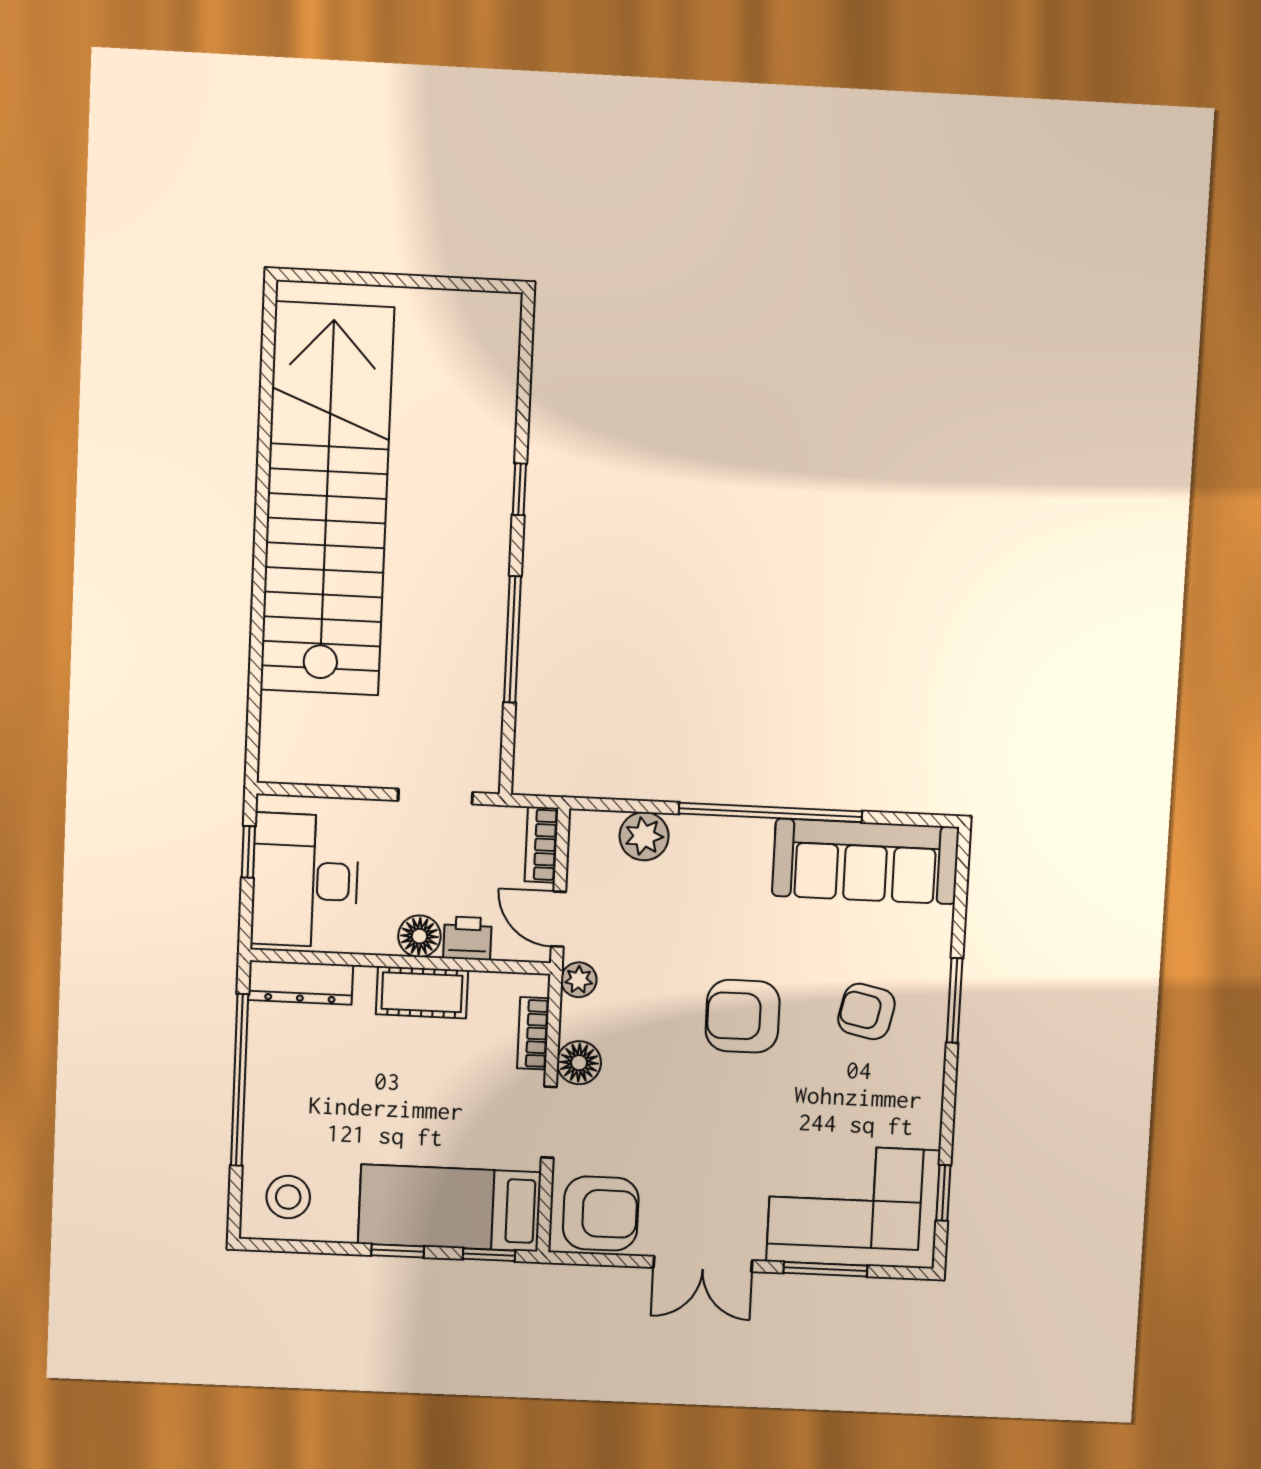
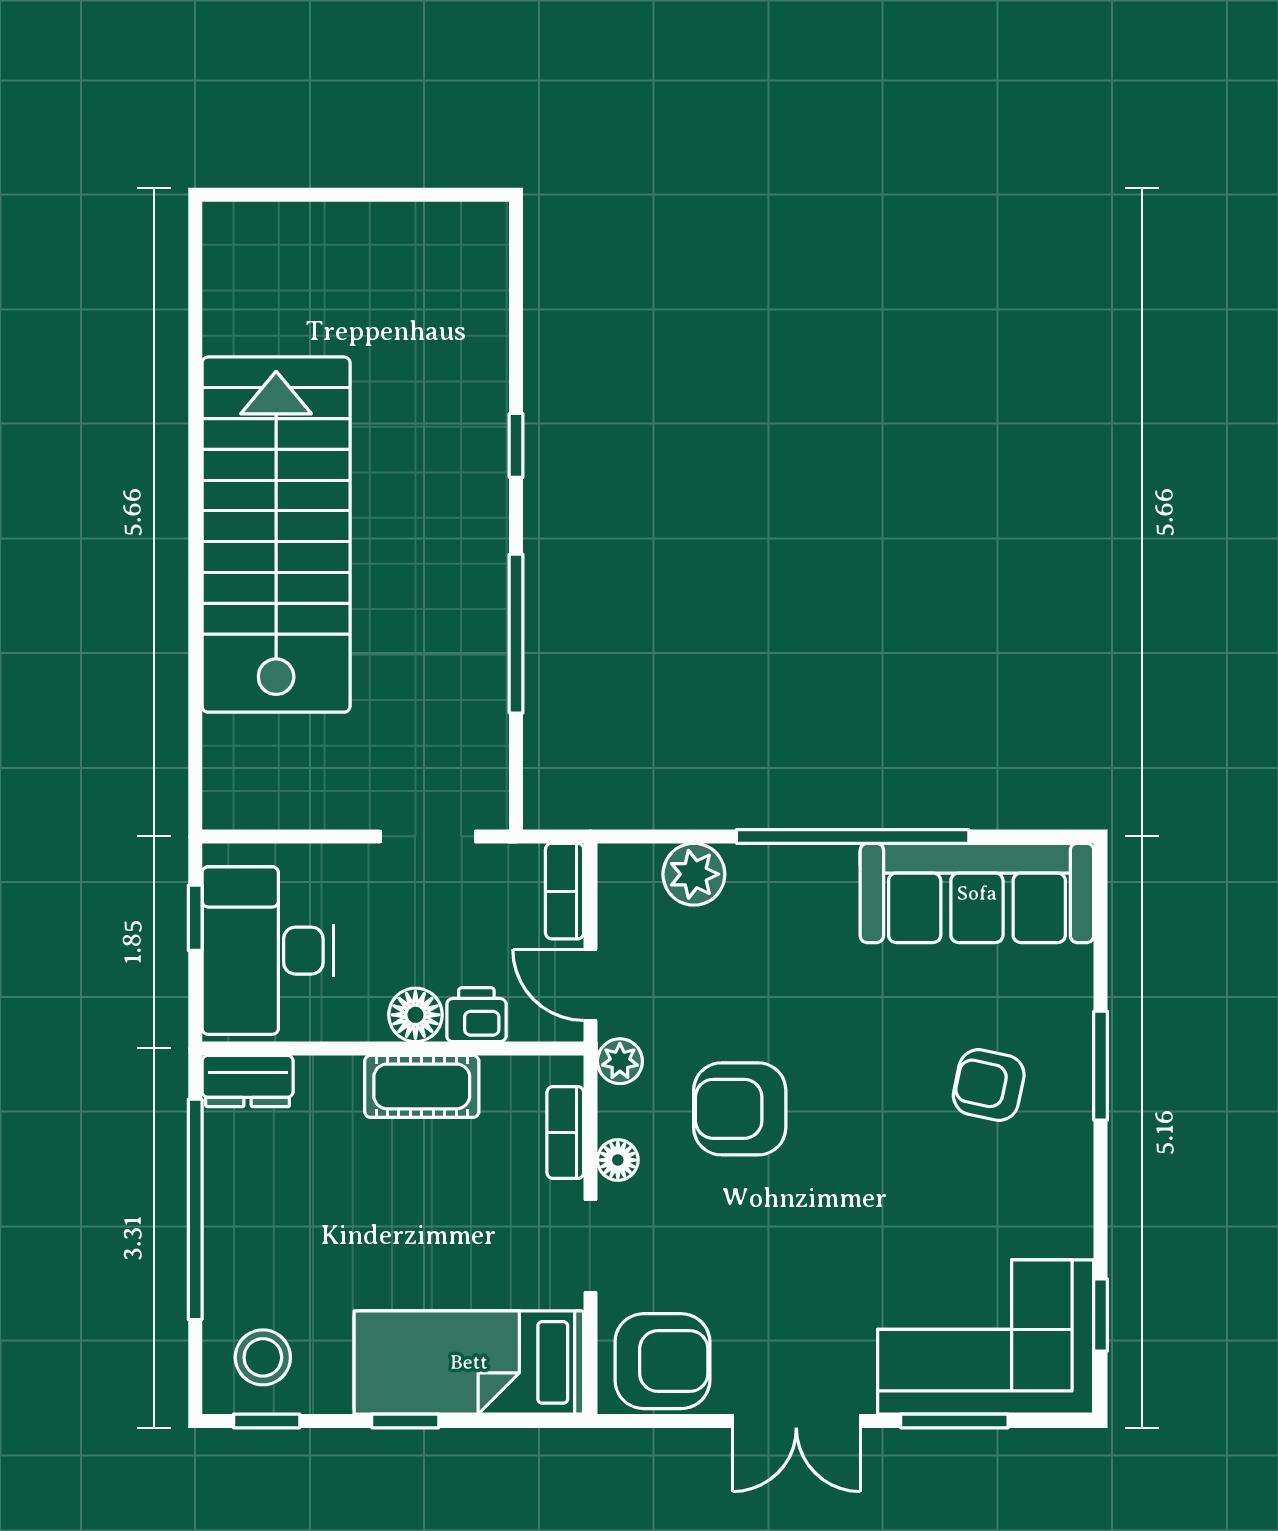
stairs: (327, 499) -> (276, 535), width x0.73
dresser: (301, 983) -> (248, 1081), width x0.70
armchair: (743, 1016) -> (740, 1109), moved
floor lamp: (579, 1063) -> (618, 1160), width x0.73, depth x0.73
window: (489, 1255) -> (267, 1421), moved

